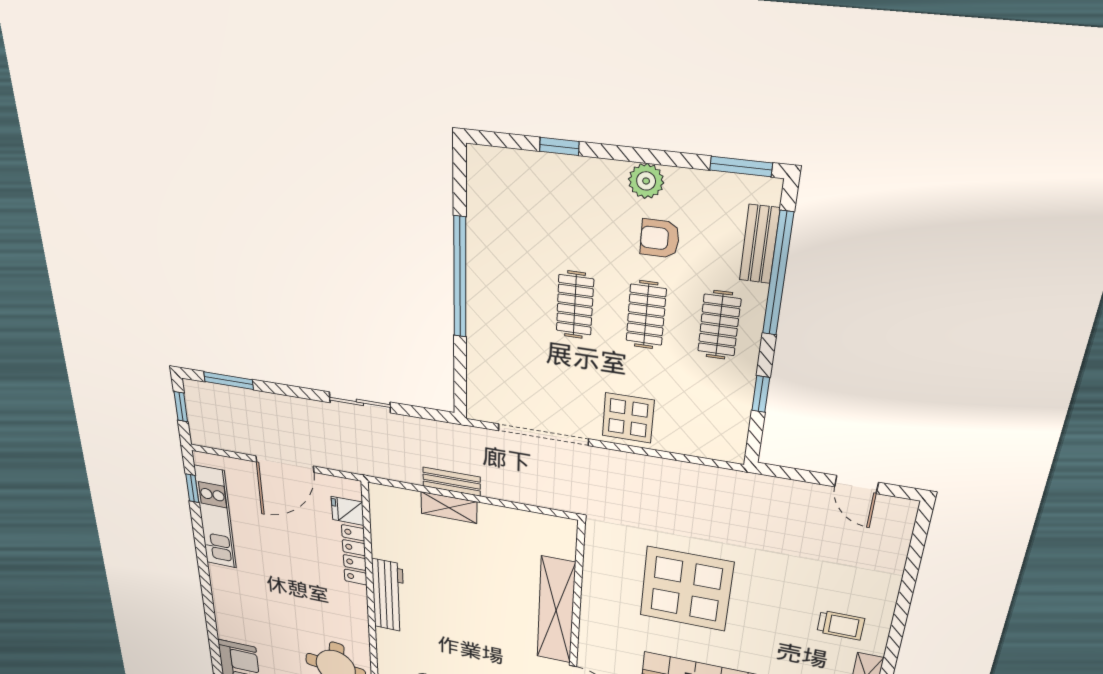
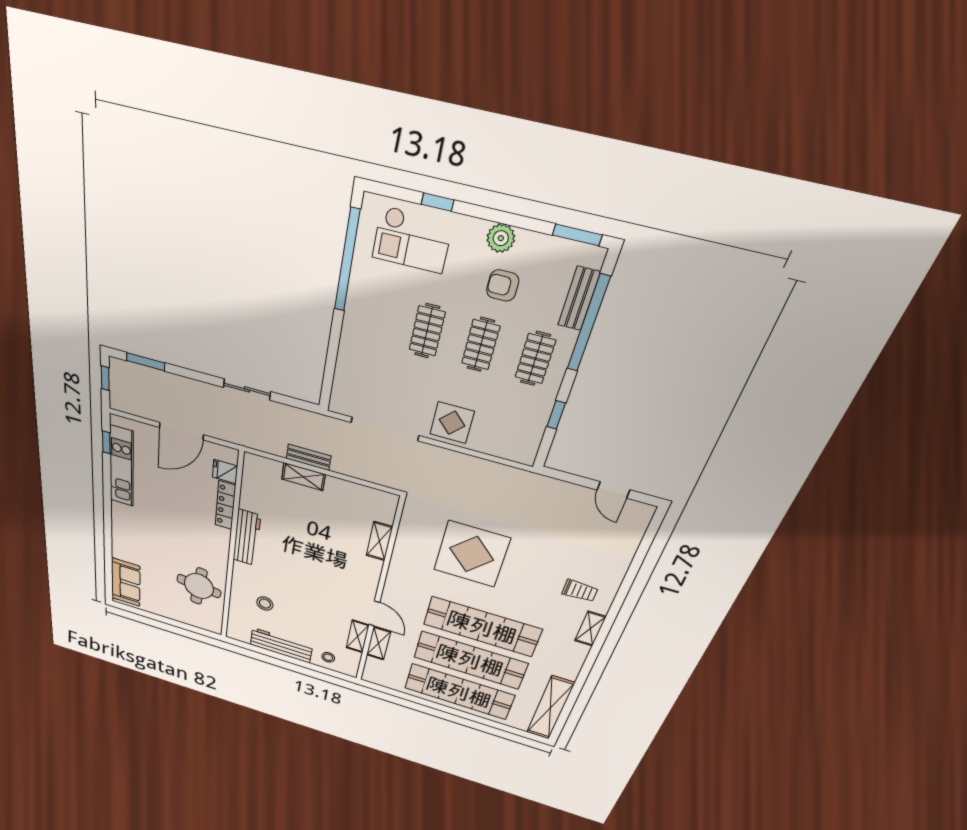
checkout: (536, 195) -> (412, 240), added
window: (460, 278) -> (347, 261), moved
shelving: (556, 610) -> (379, 541), width x0.45, depth x0.75

